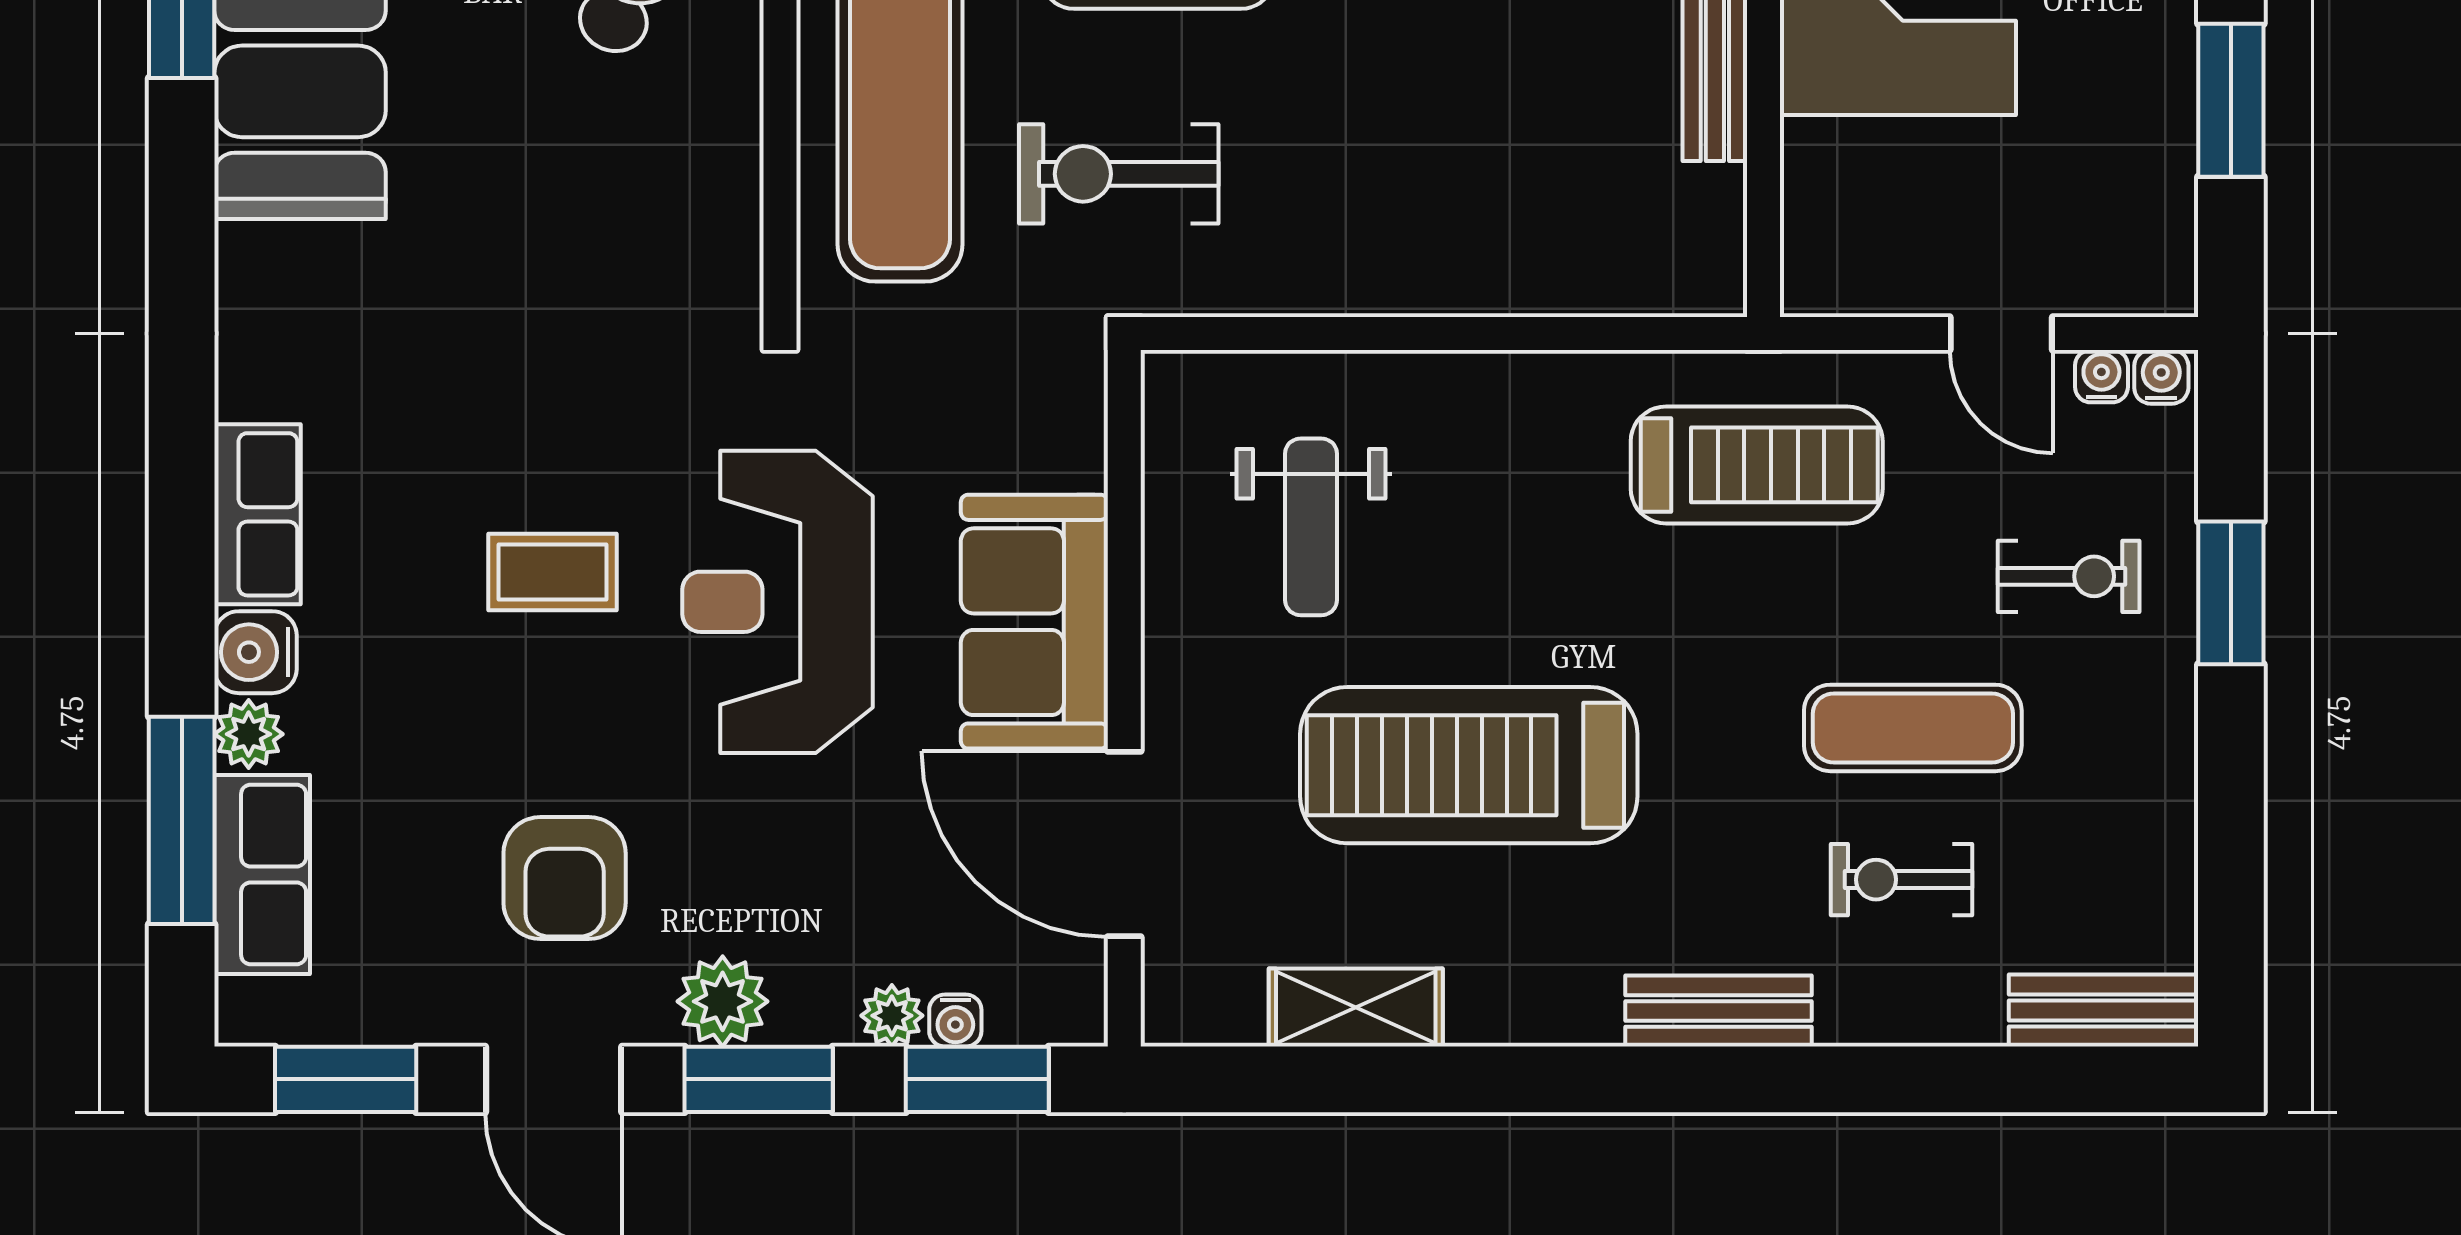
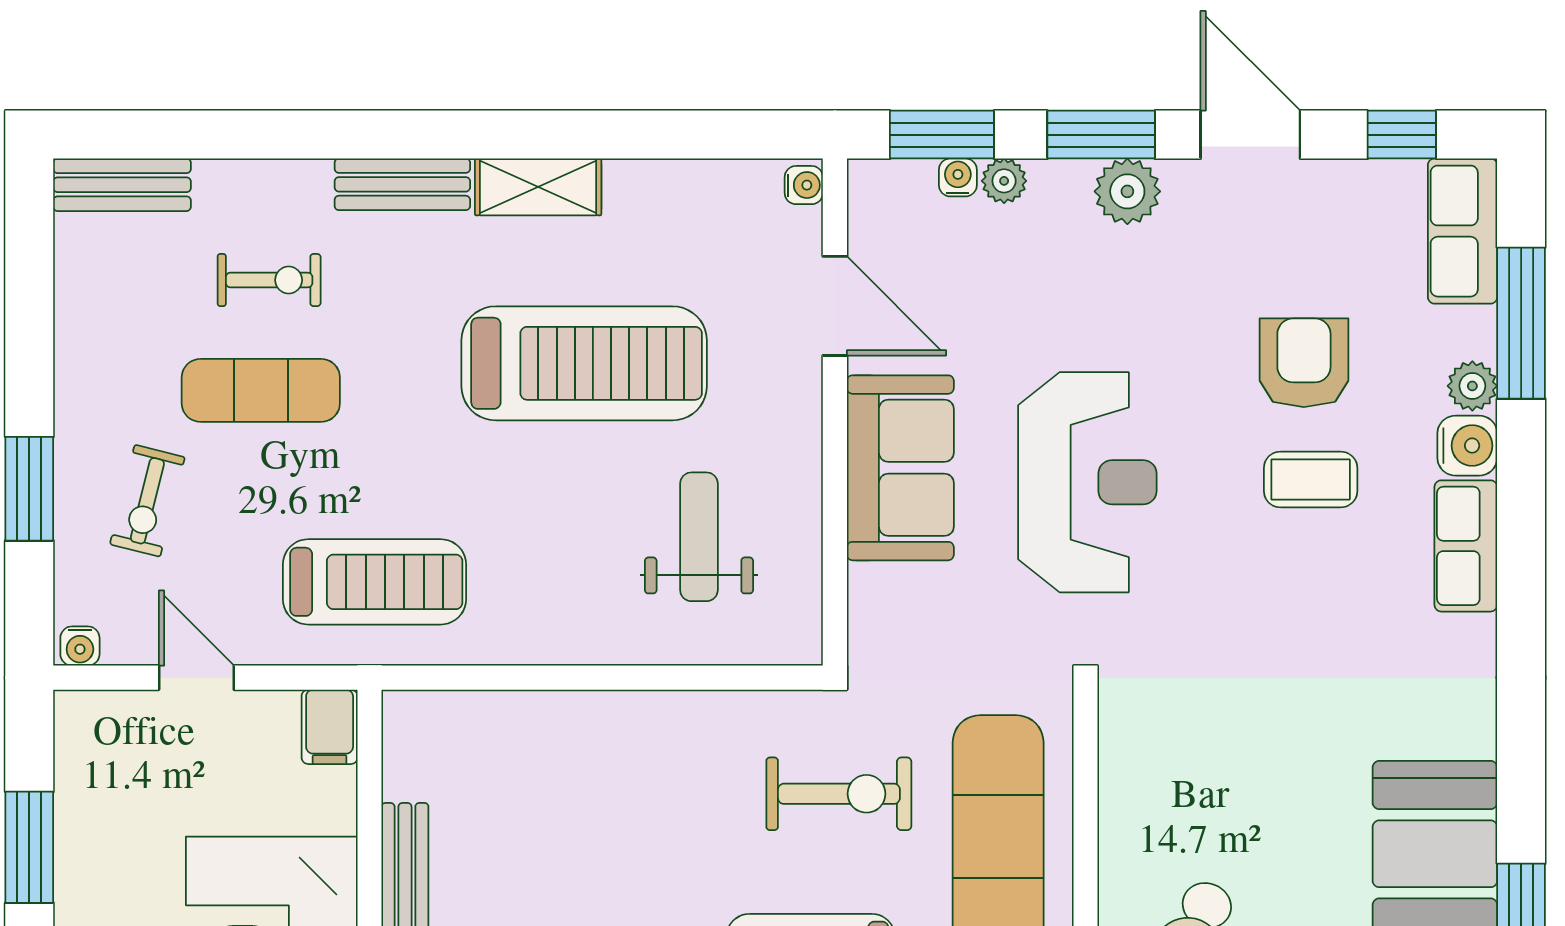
filing cabinet: (1818, 266) -> (330, 727), added
water cooler: (2101, 376) -> (804, 185), moved, turned -90
treadmill: (1757, 465) -> (374, 582), turned 180
coffee table: (552, 572) -> (1311, 479), moved
exercise bike: (2069, 576) -> (147, 501), turned -76
door: (1124, 844) -> (835, 306), width x0.73
row of seats: (262, 874) -> (1463, 231), moved
armchair: (565, 878) -> (1304, 363), moved
shelving: (1356, 1007) -> (538, 187), moved
window: (346, 1079) -> (1402, 135), width x0.67

